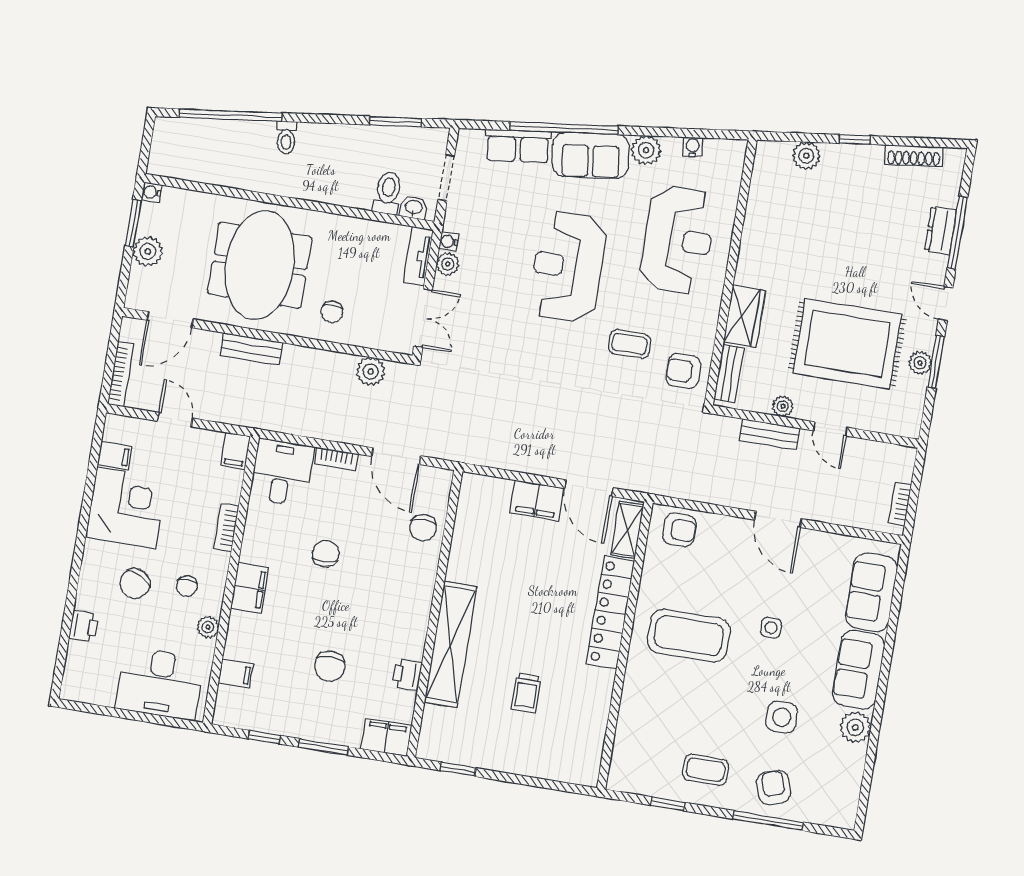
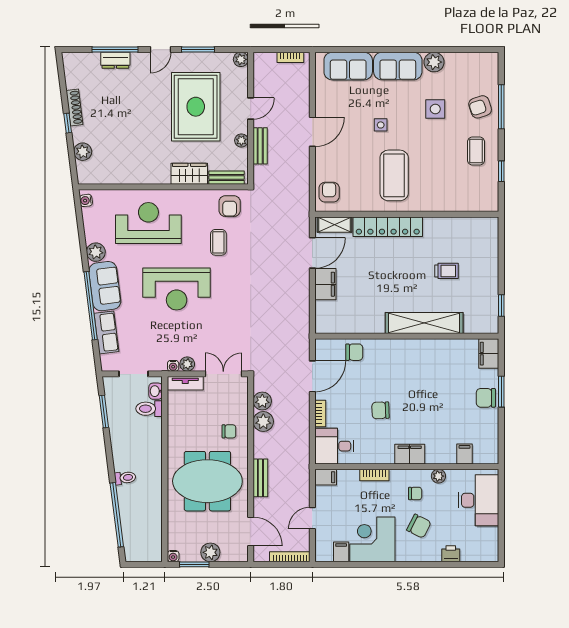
water cooler: (693, 147) -> (86, 200), moved
shoe rack: (914, 156) -> (74, 107), moved
plant: (920, 363) -> (241, 59), moved
plant: (338, 368) -> (263, 422), added
chair: (330, 666) -> (486, 398), moved, turned 180
printer: (407, 674) -> (447, 347), removed
window: (264, 737) -> (501, 430), removed

